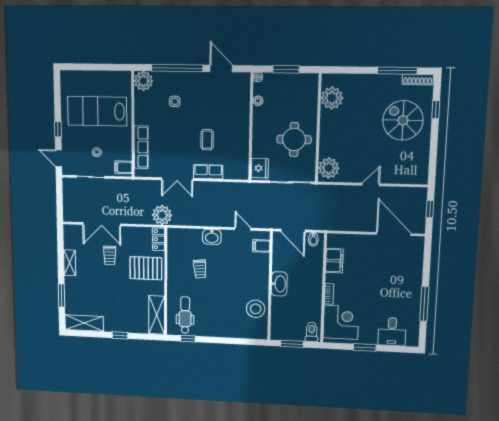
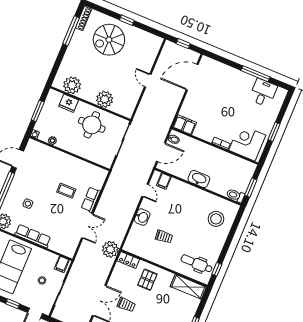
window: (436, 110) -> (127, 20), moved
row of seats: (141, 147) -> (33, 236), moved
fridge: (260, 168) -> (69, 103), moved, turned 180
plant: (329, 168) -> (105, 99), moved
door: (243, 229) -> (145, 190), swing flipped
filing cabinet: (334, 261) -> (185, 125), moved
pallet: (146, 268) -> (147, 280), width x0.67, depth x0.71
stool: (256, 309) -> (216, 219), moved
toilet: (312, 332) -> (235, 195), moved
desk: (392, 332) -> (263, 93), moved, turned -90

